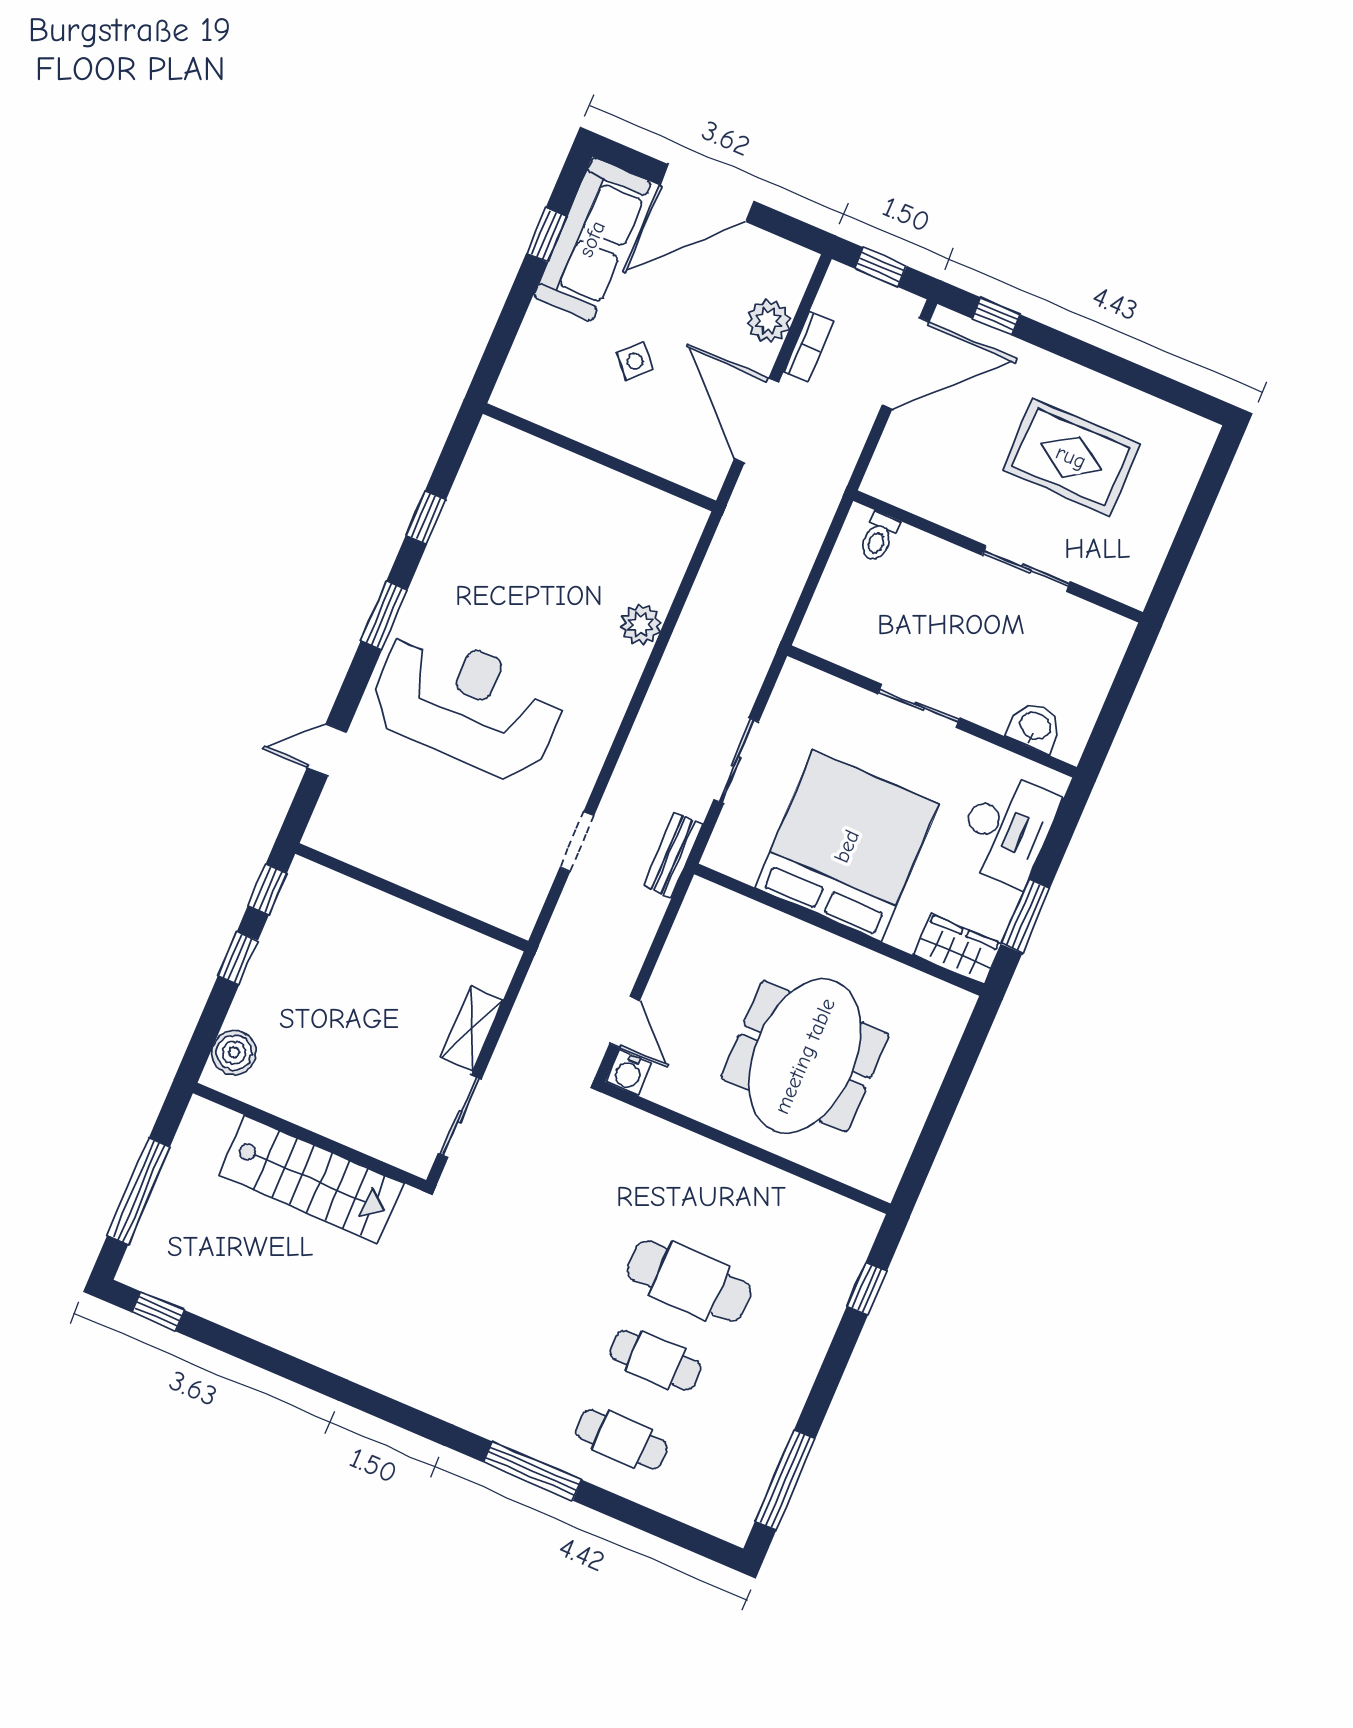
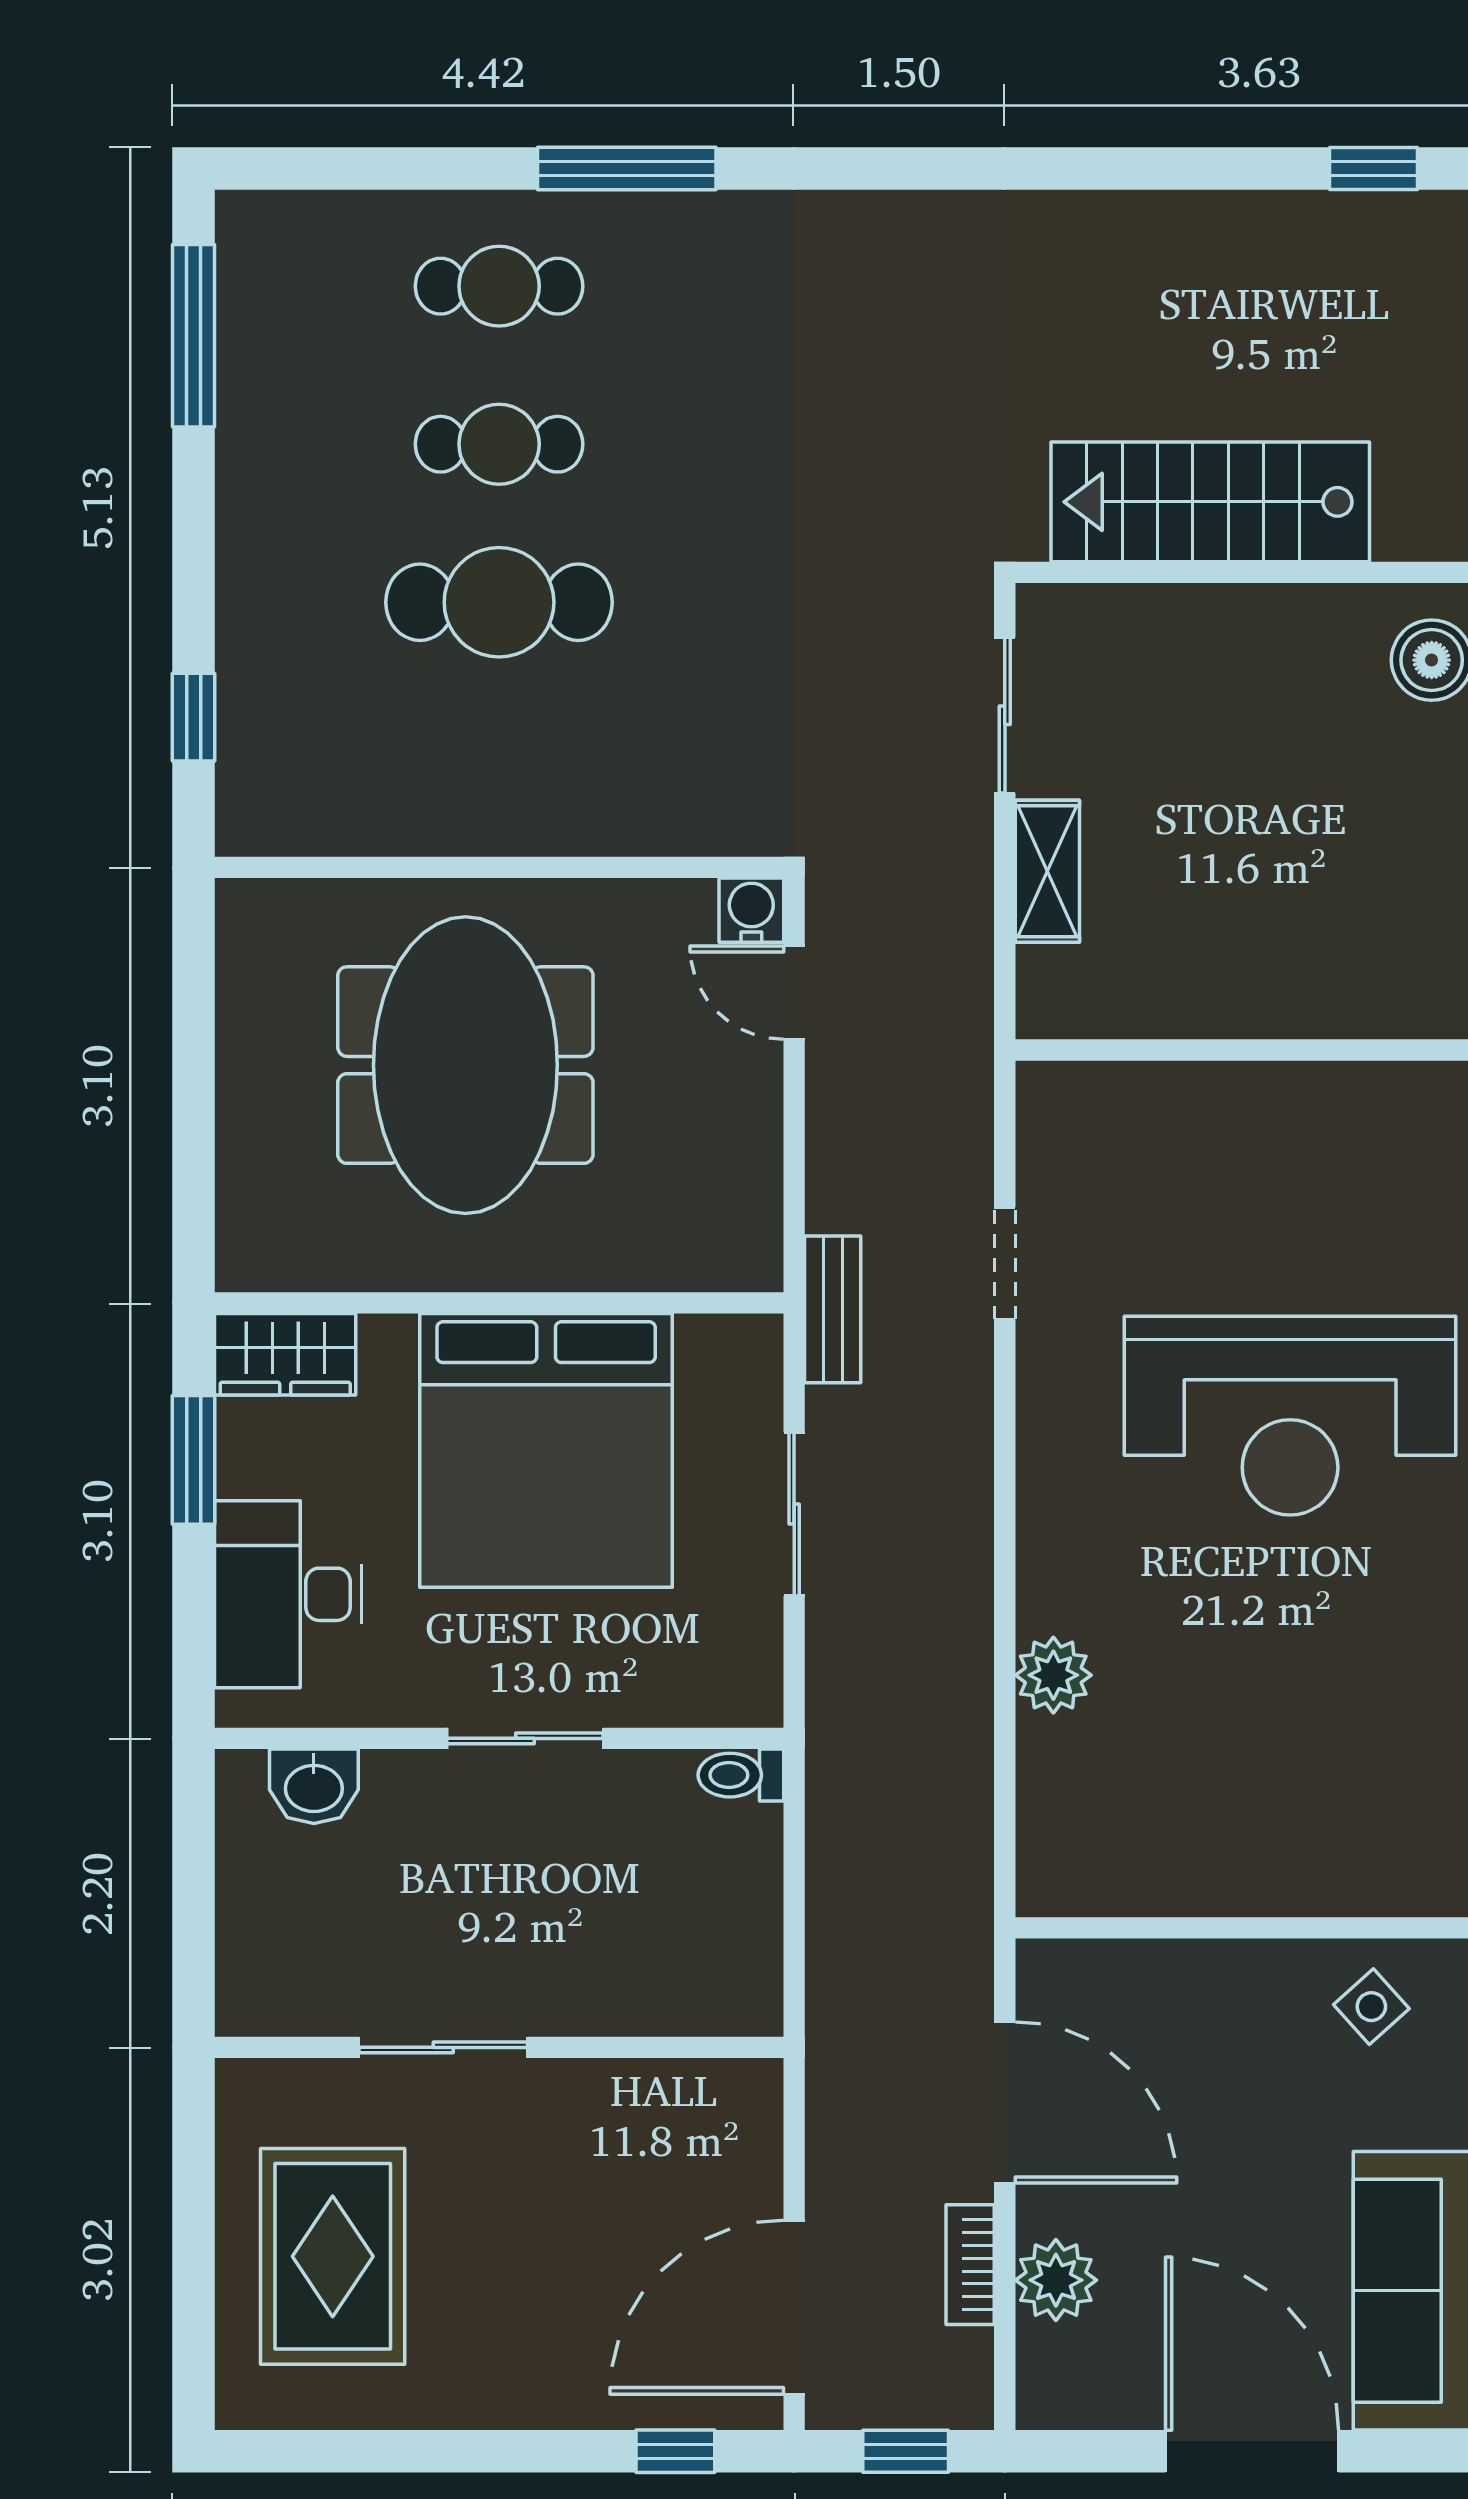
door: (707, 193) -> (1252, 2451), hinge flipped
side table: (635, 361) -> (1371, 2007), moved
rug: (1071, 457) -> (333, 2256), moved, turned 90
toilet: (878, 537) -> (741, 1775), moved, turned -90

